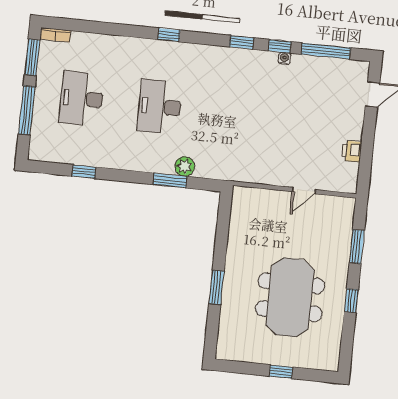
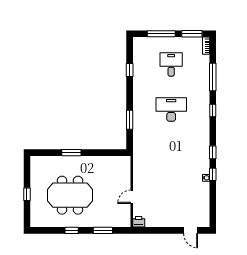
window: (326, 51) -> (213, 77), moved
desk: (82, 99) -> (171, 64), width x0.73
printer: (352, 151) -> (139, 222), moved
plant: (185, 166) -> (138, 127), removed
door: (304, 191) -> (132, 197), hinge flipped

